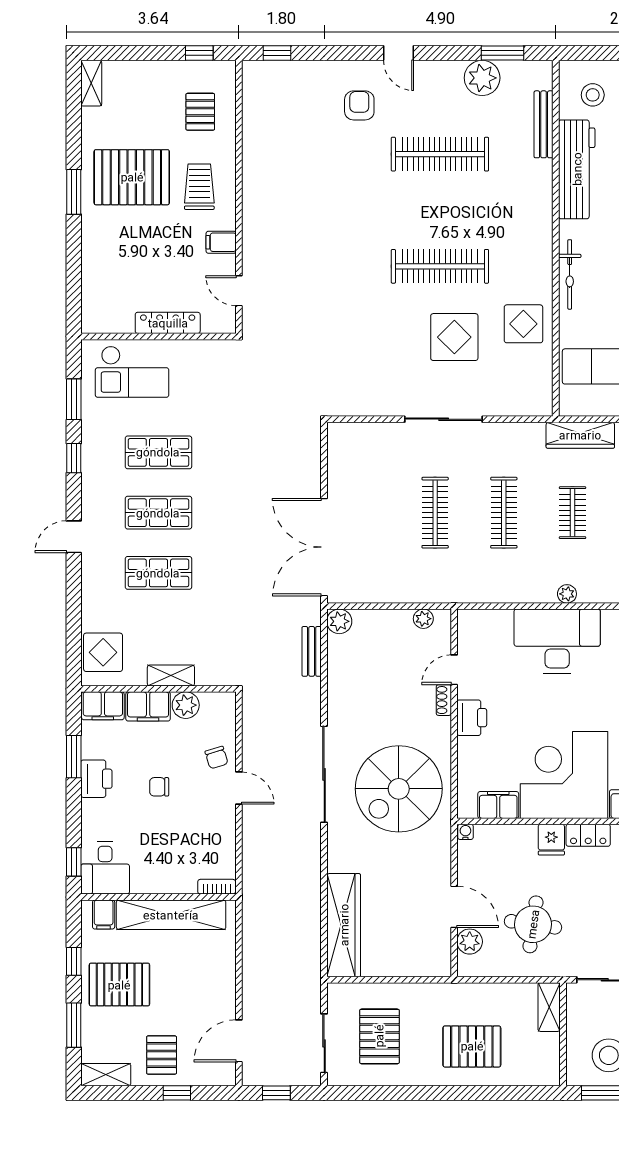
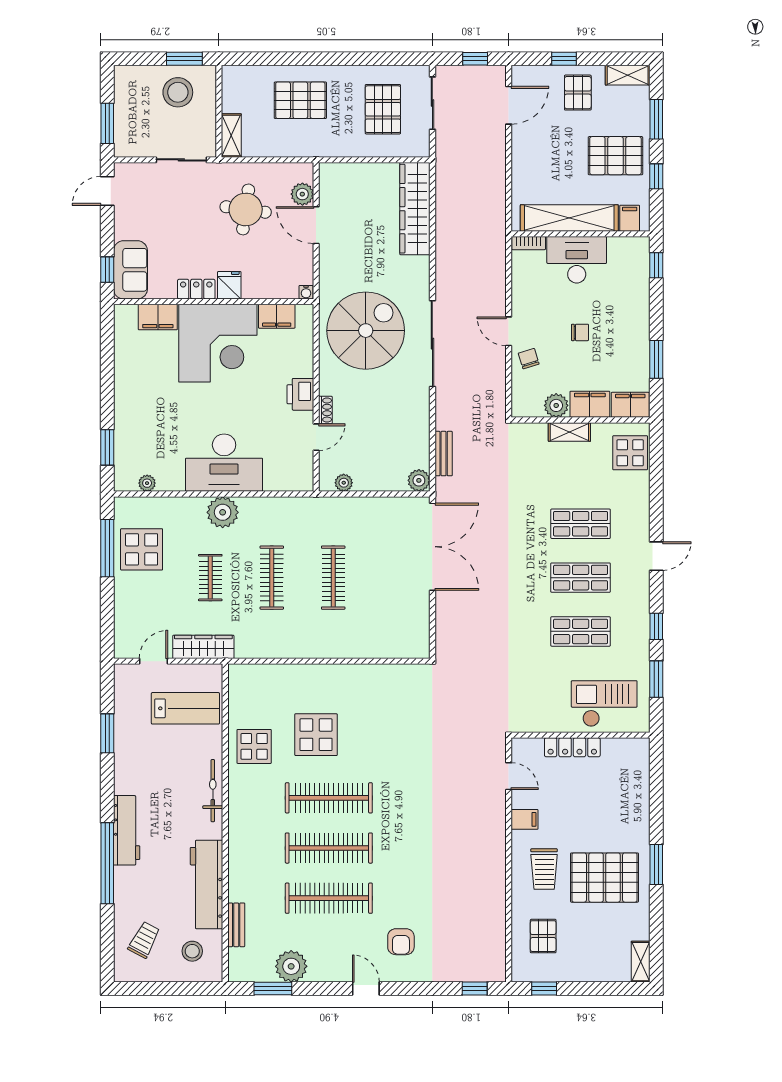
bench: (544, 124) -> (236, 925), width x0.73
clothes rail: (440, 210) -> (329, 848), added
sliding door: (444, 419) -> (326, 661), removed
plant: (567, 594) -> (223, 512), width x1.88, depth x1.88
printer: (96, 779) -> (636, 340), removed
desk: (105, 868) -> (577, 260), moved, width x1.37

